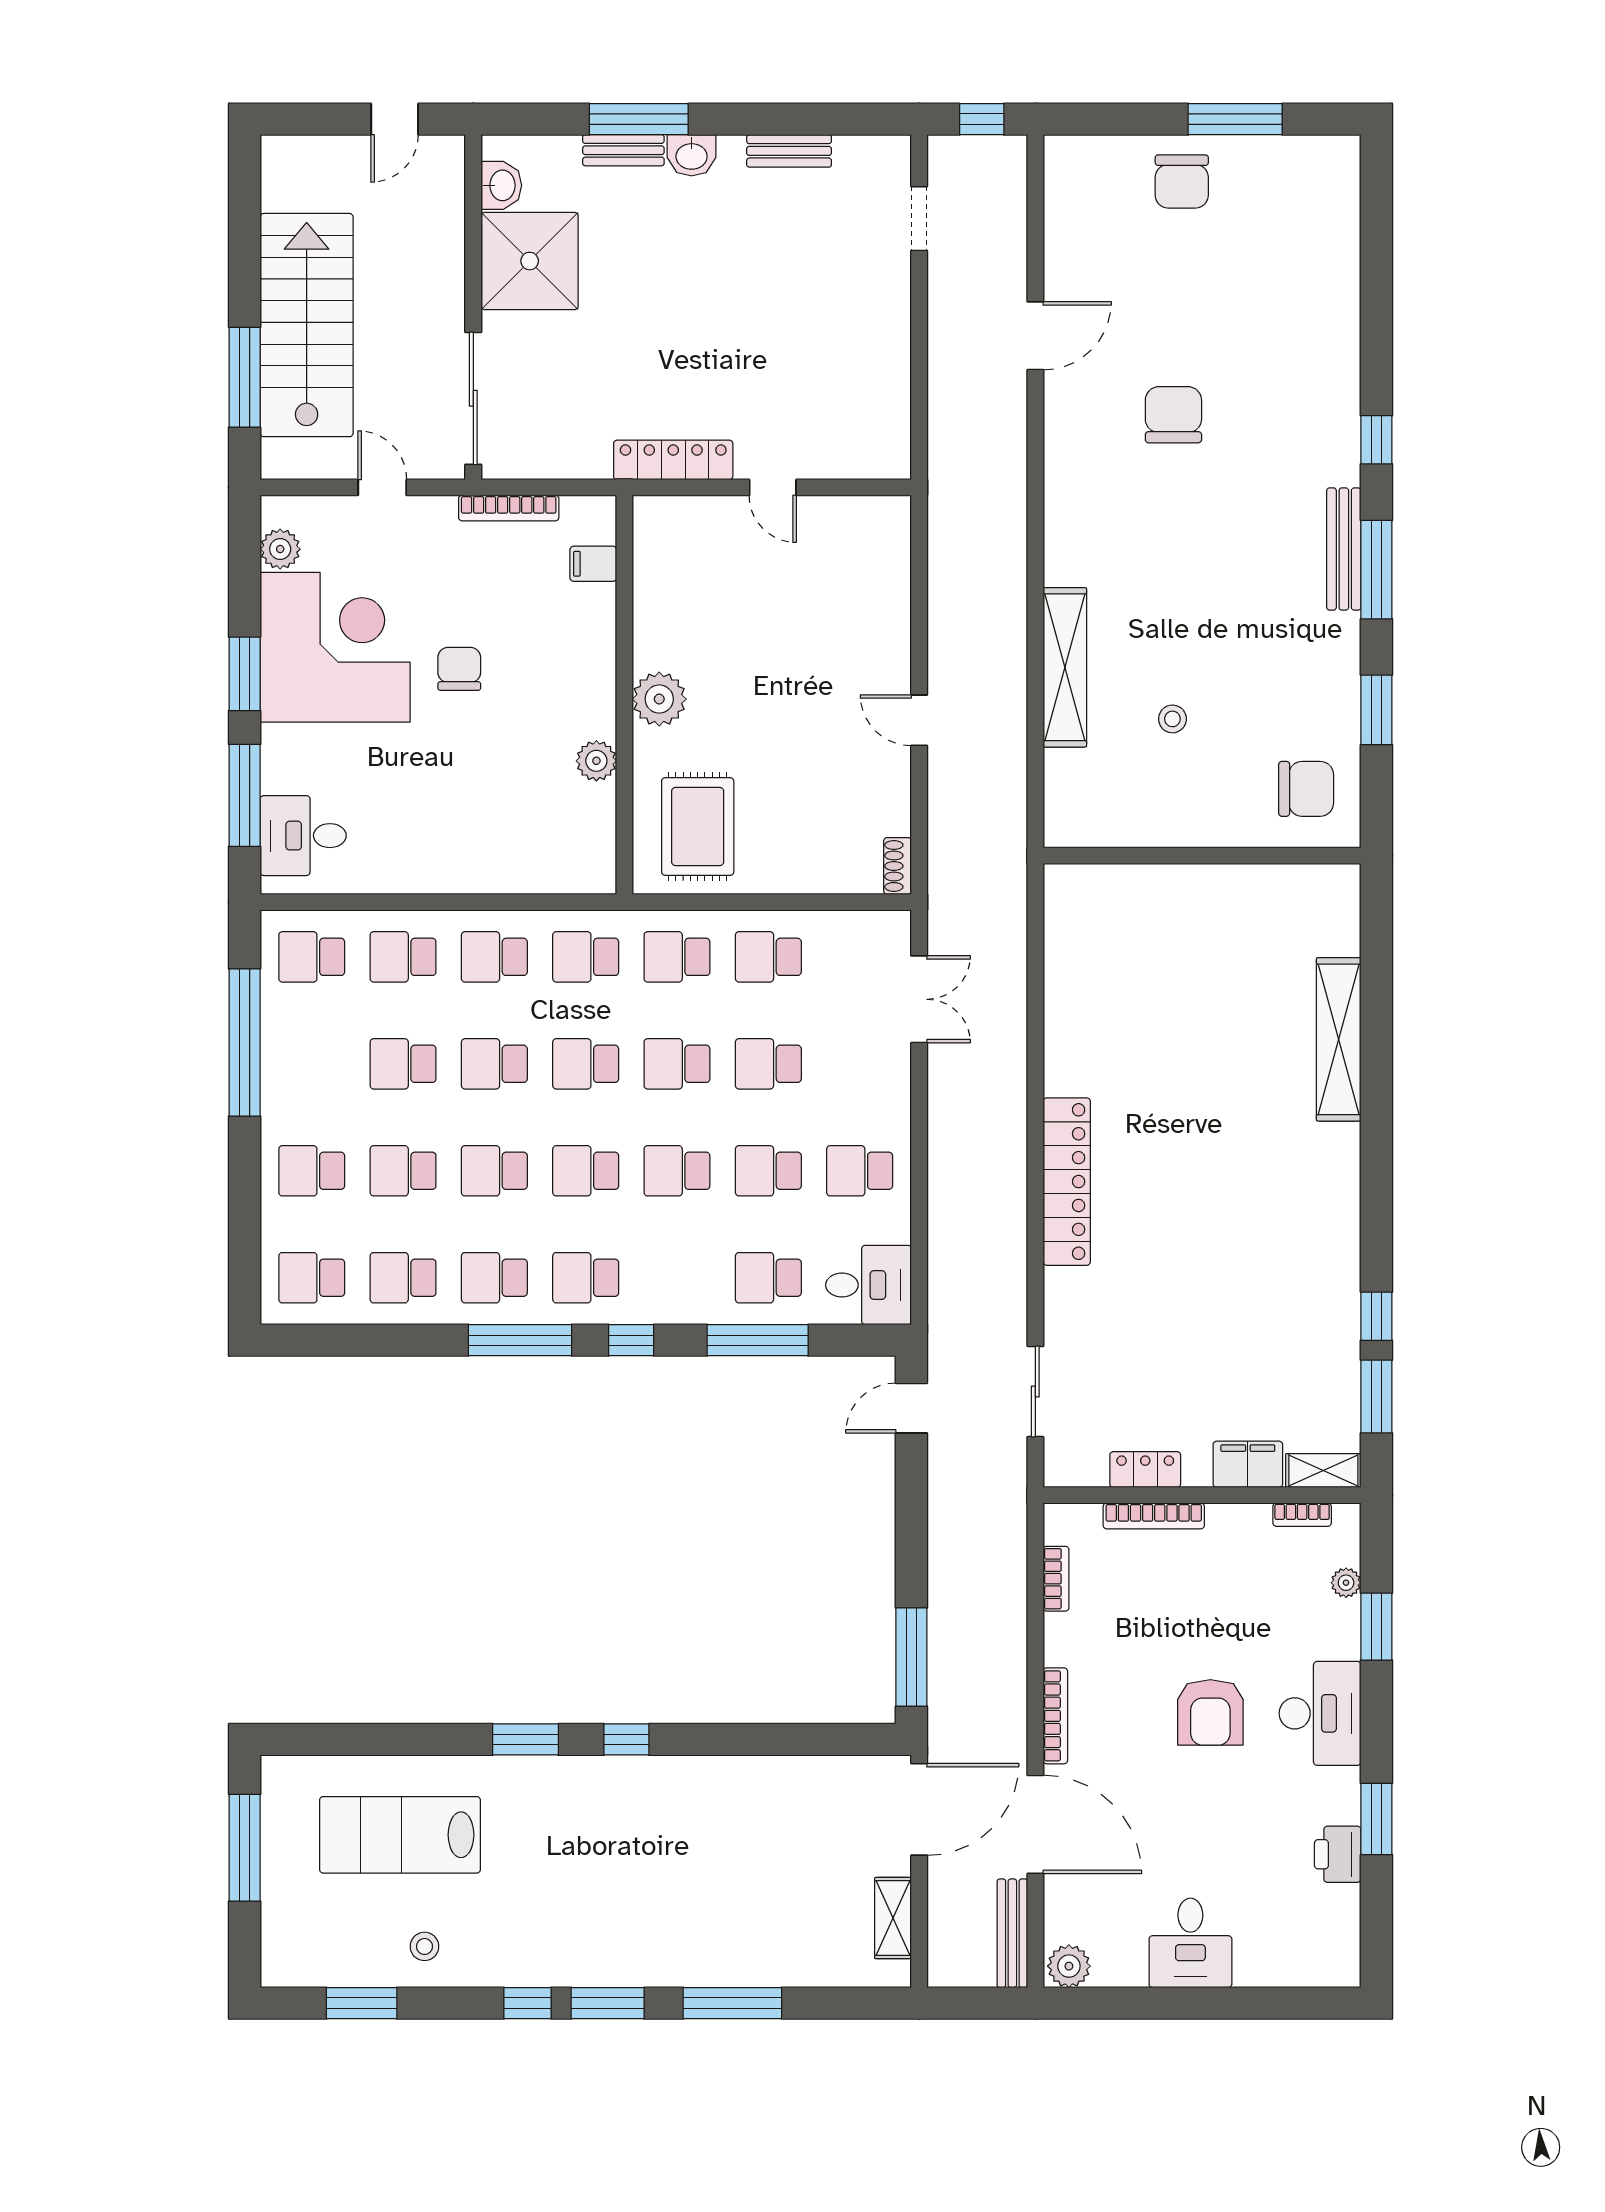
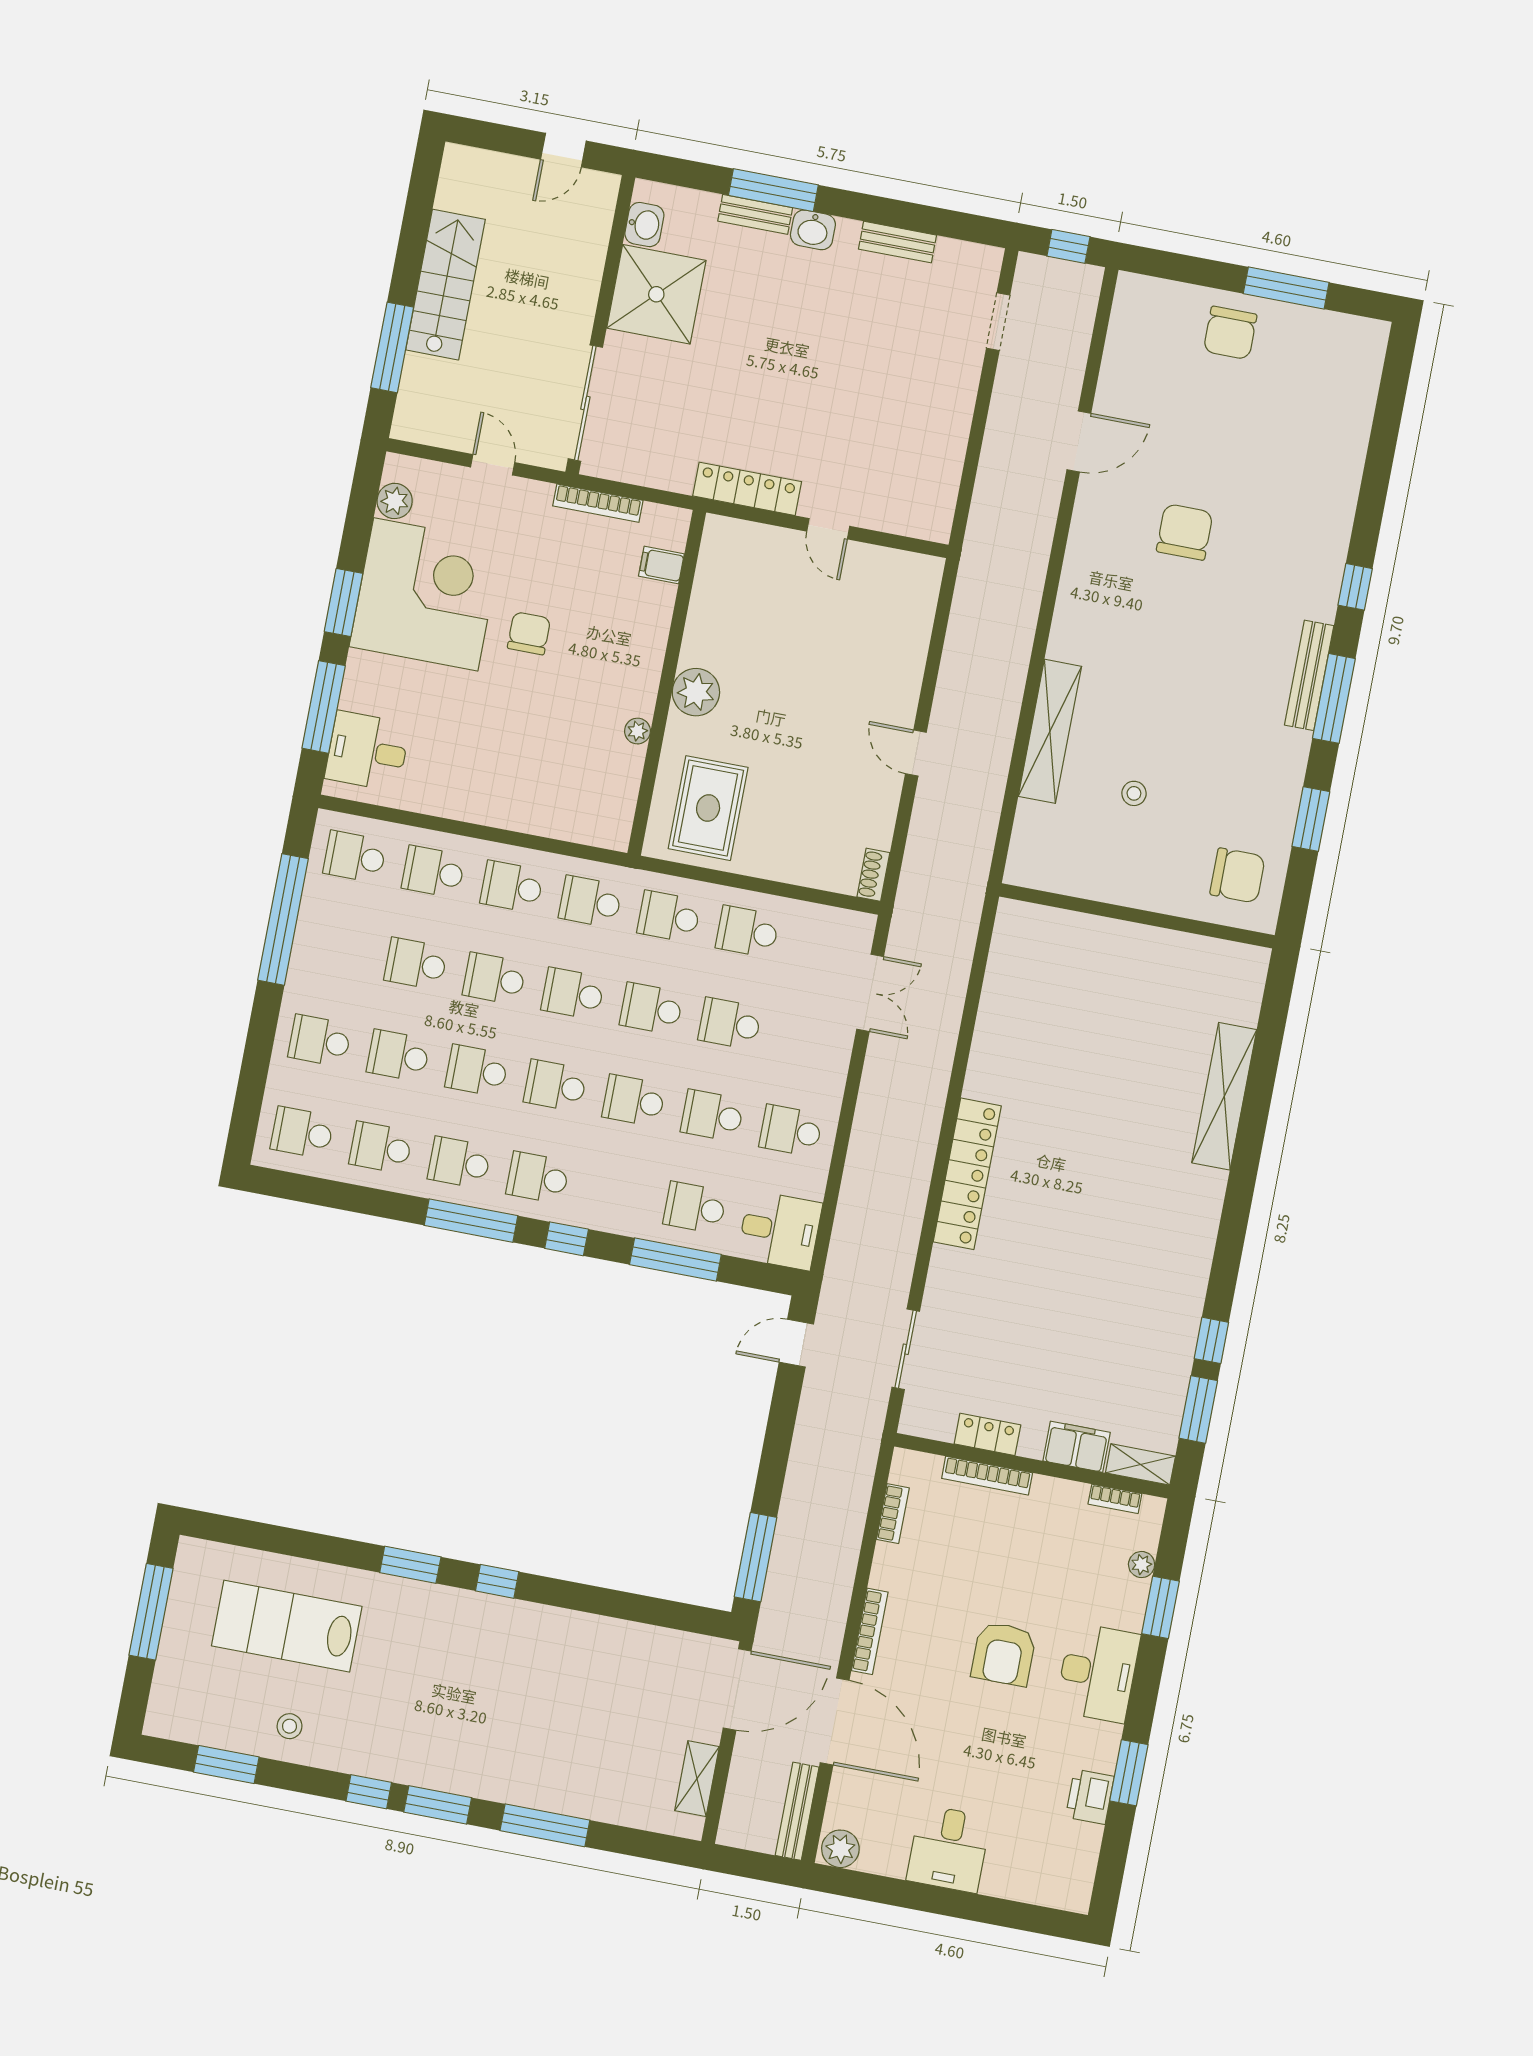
stairs: (307, 325) -> (445, 285), width x0.73, depth x0.66
plant: (596, 761) -> (637, 731), width x0.73, depth x0.73

